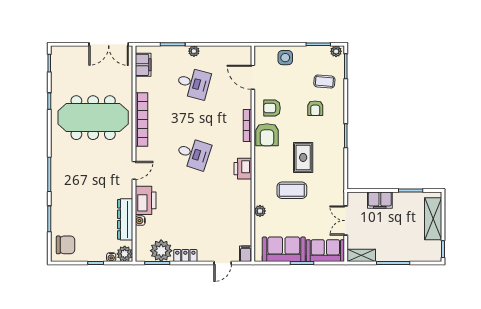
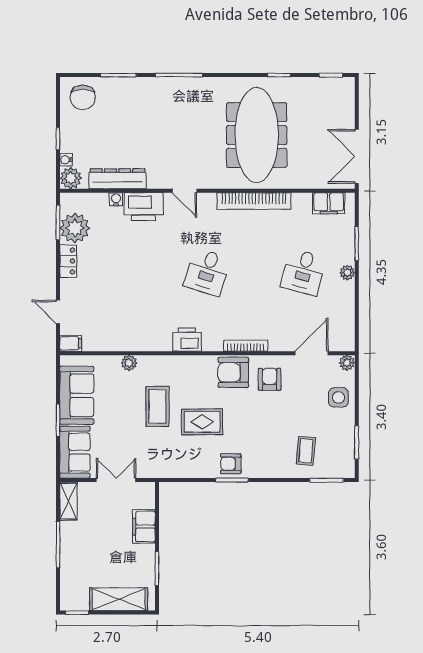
plant: (336, 51) -> (347, 363), moved
armchair: (315, 108) -> (231, 464), moved

